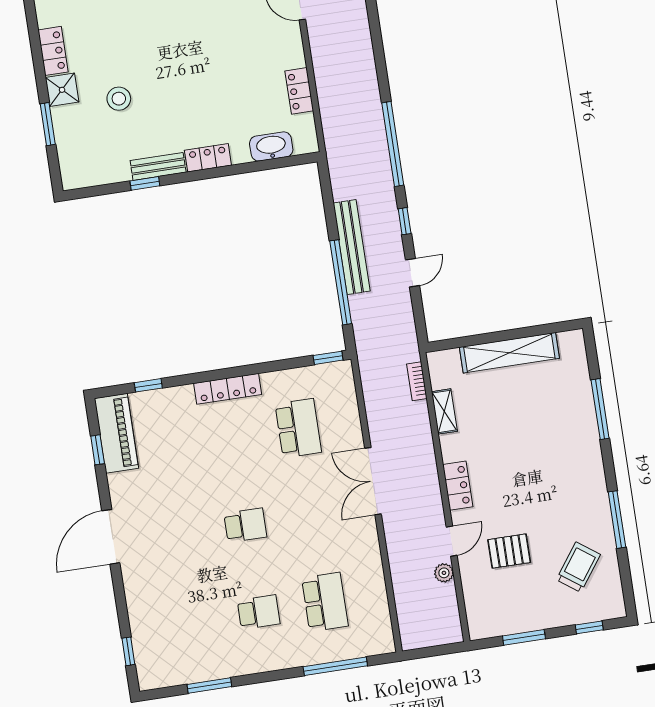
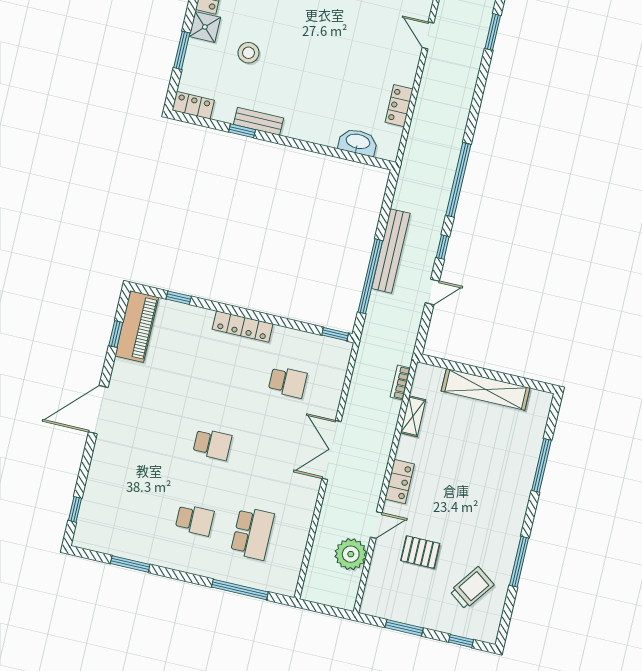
locker: (208, 158) -> (193, 105), moved
school desk: (298, 428) -> (288, 382), width x0.54
plant: (444, 573) -> (351, 554), width x1.87, depth x1.87

